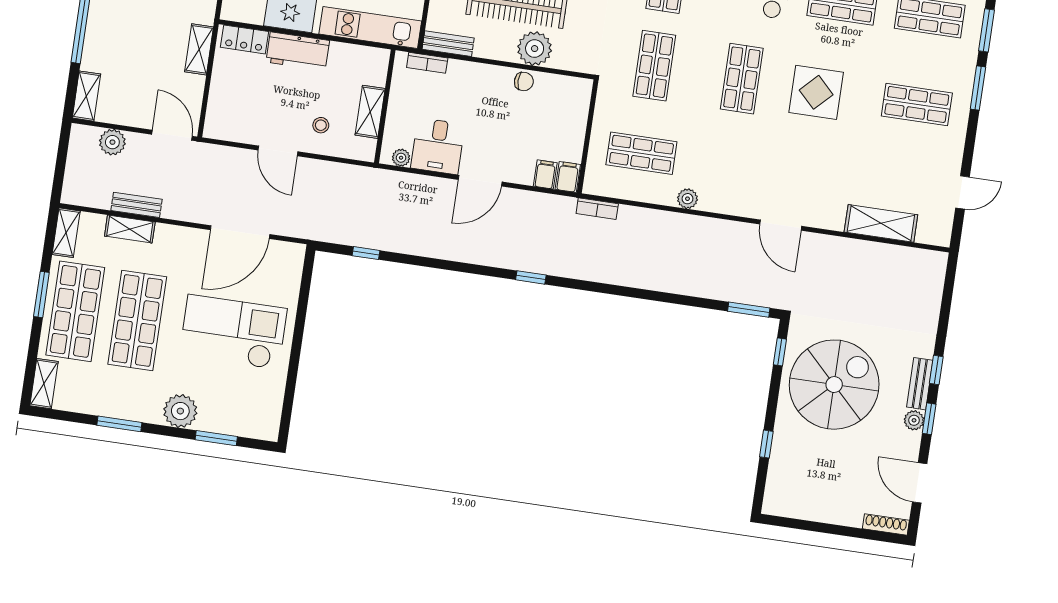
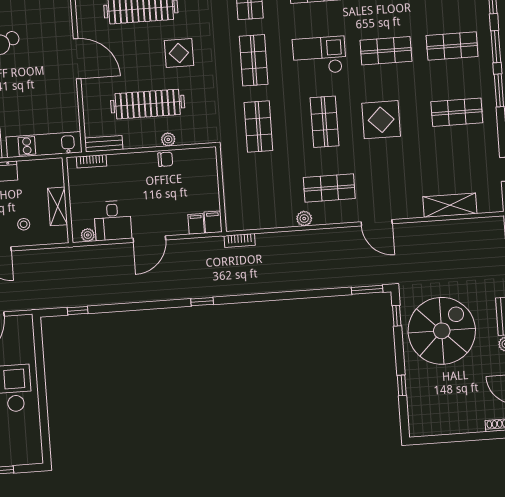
plant: (535, 49) -> (168, 139), width x0.53, depth x0.53
shop shelf: (641, 153) -> (329, 188), moved

